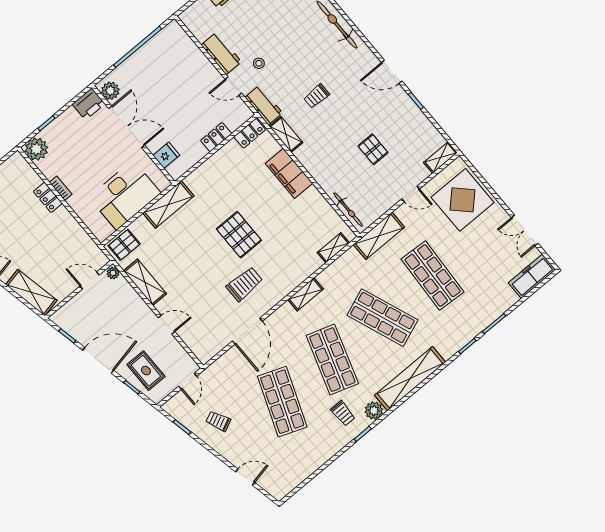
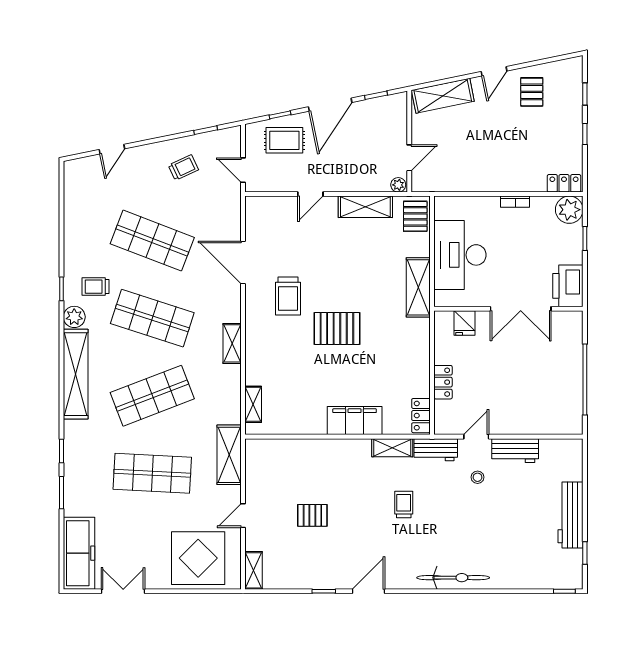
plant: (110, 91) -> (566, 321), removed
printer: (89, 104) -> (568, 286), width x1.37, depth x1.19
locker: (48, 197) -> (564, 183), moved
bicycle: (348, 210) -> (277, 447), removed
freezer: (532, 276) -> (79, 553), width x1.36, depth x1.26

